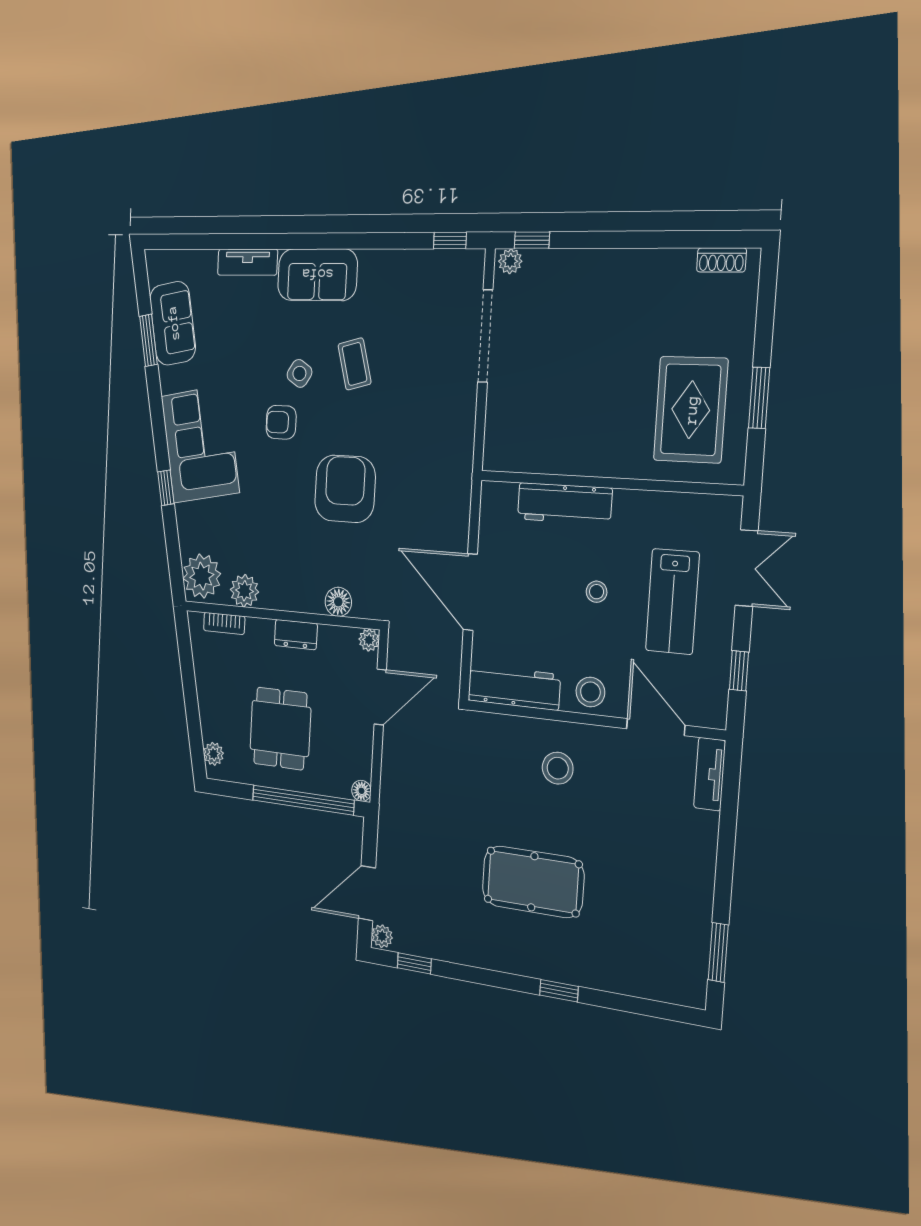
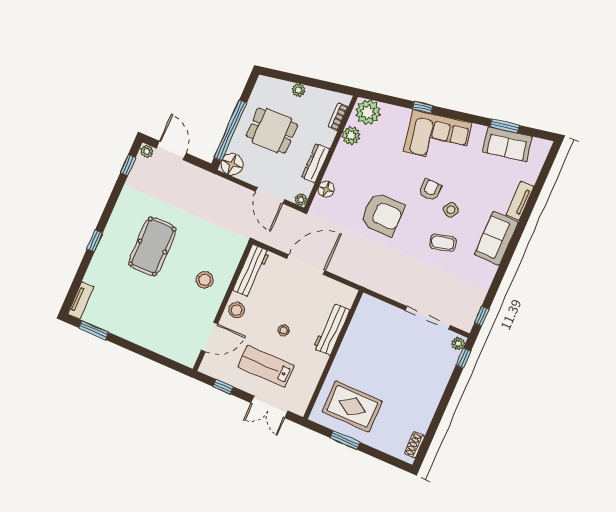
dresser: (296, 635) -> (316, 163), width x1.44
plant: (214, 754) -> (298, 90), moved
tv unit: (710, 774) -> (81, 301), moved, turned 90
floor lamp: (361, 791) -> (232, 164), width x1.89, depth x1.89

